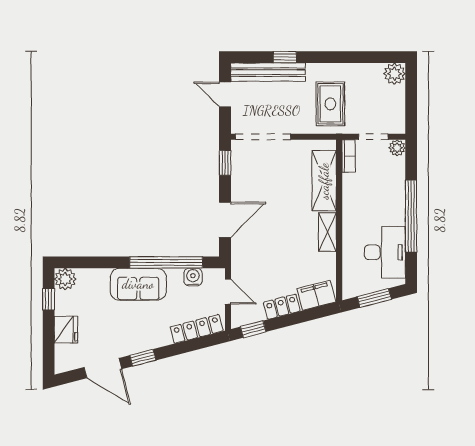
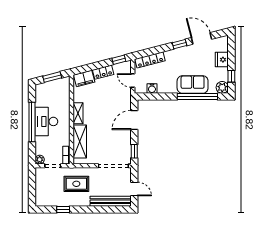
window: (285, 57) -> (63, 209), moved
plant: (394, 74) -> (41, 200), removed
rug: (330, 104) -> (76, 184), turned 90
desk: (385, 252) -> (46, 121), moved
window: (166, 262) -> (197, 97), moved
sofa: (138, 284) -> (193, 85), moved

